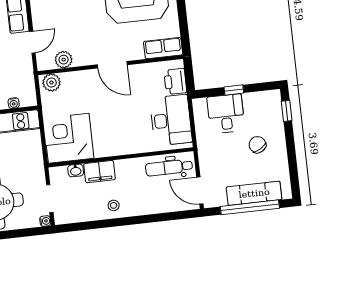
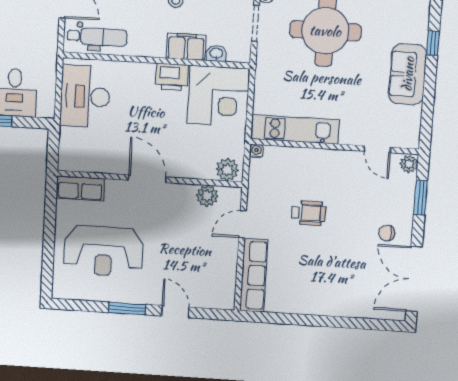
printer: (175, 81) -> (172, 77), moved, turned 90
water cooler: (14, 103) -> (256, 151), moved

